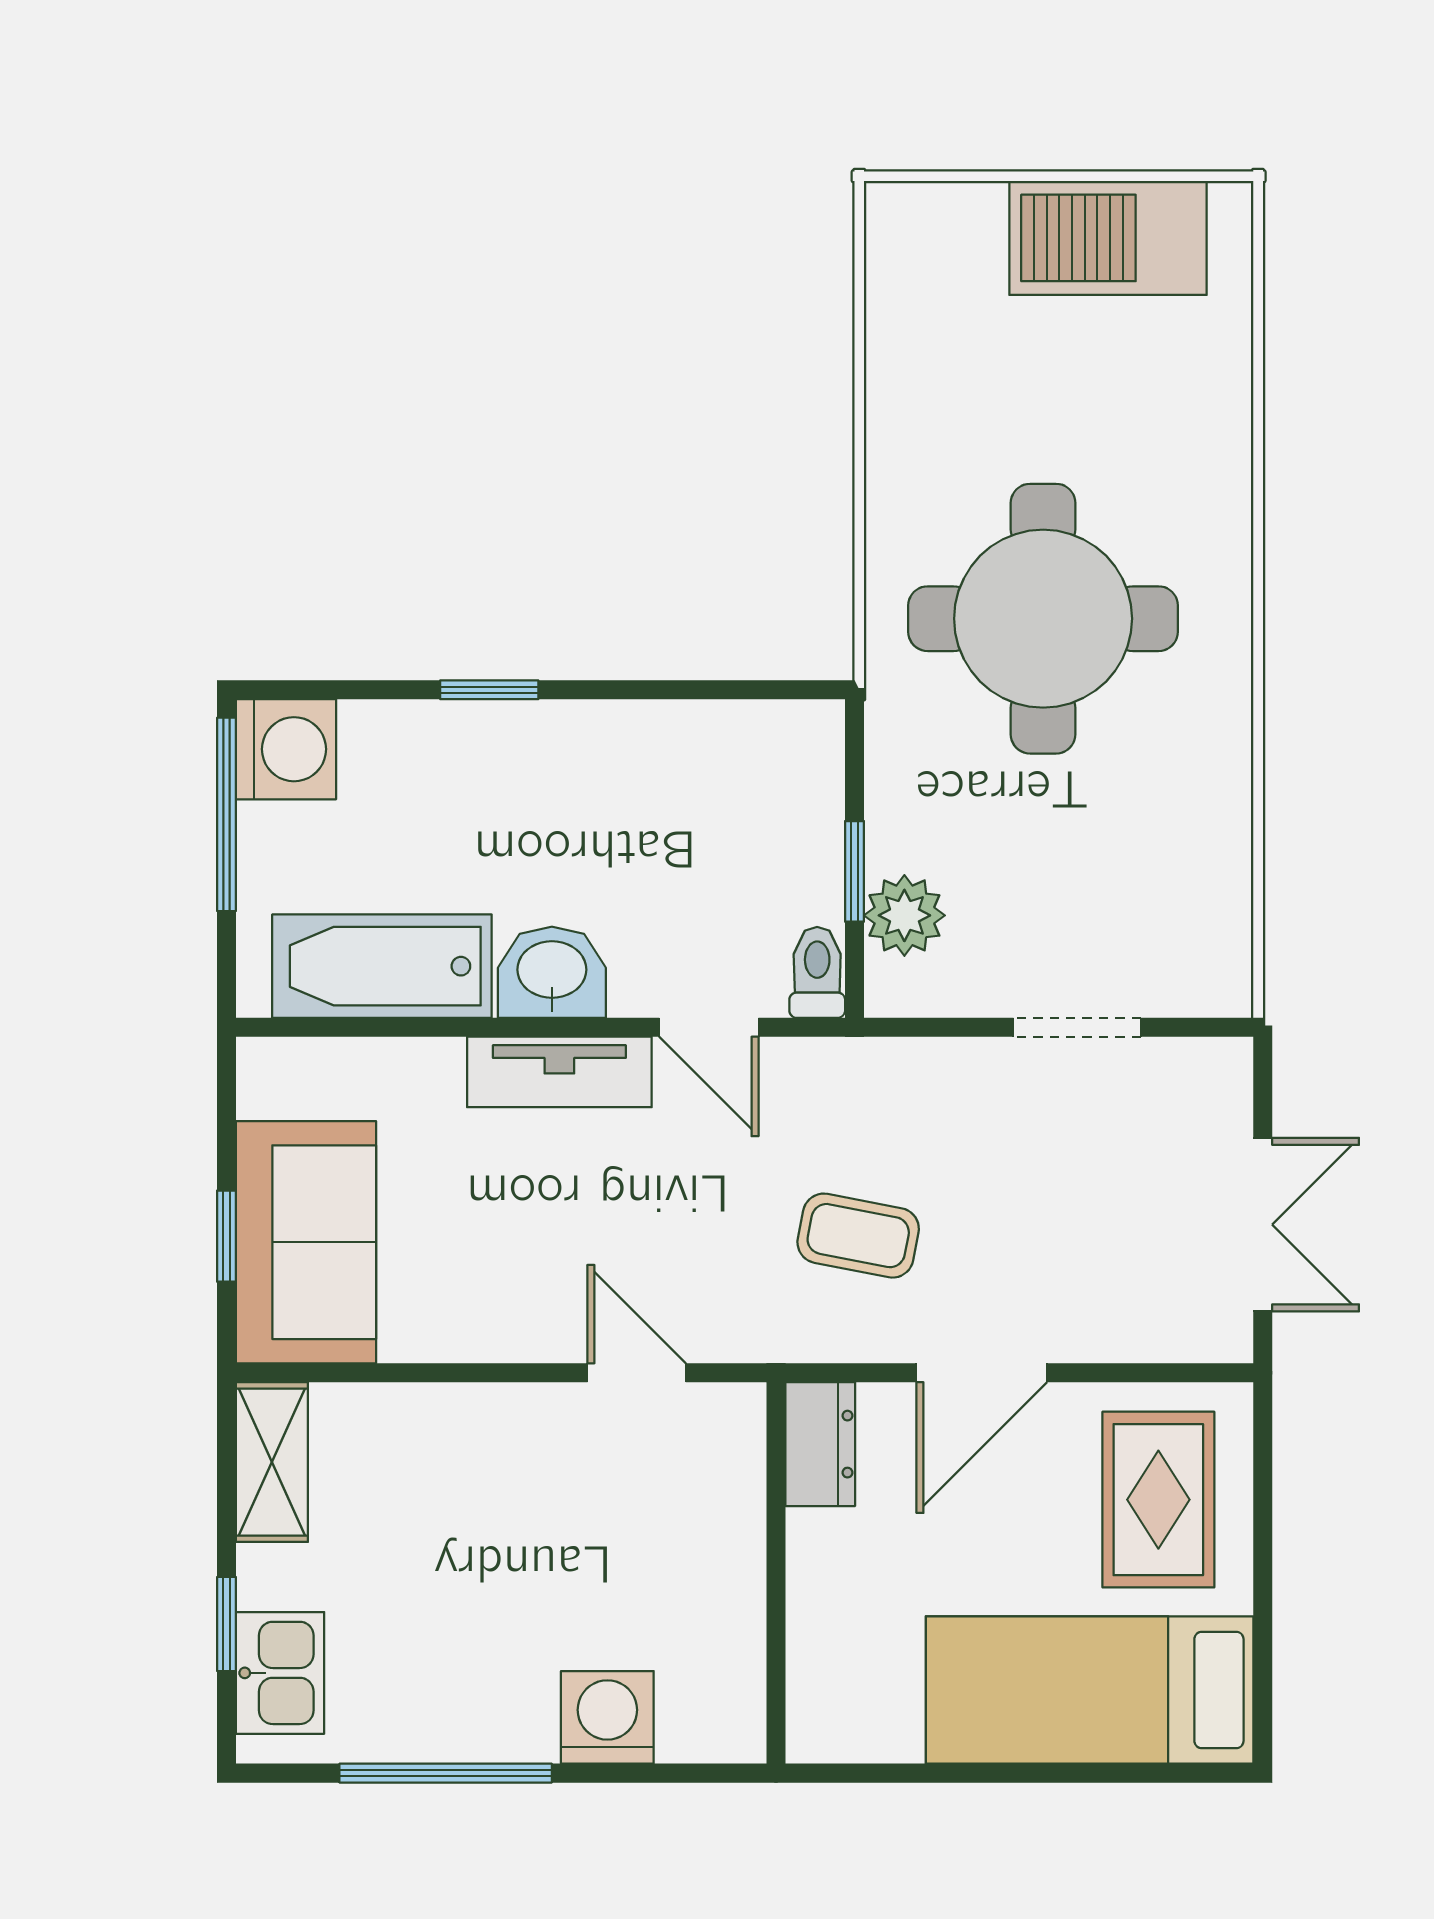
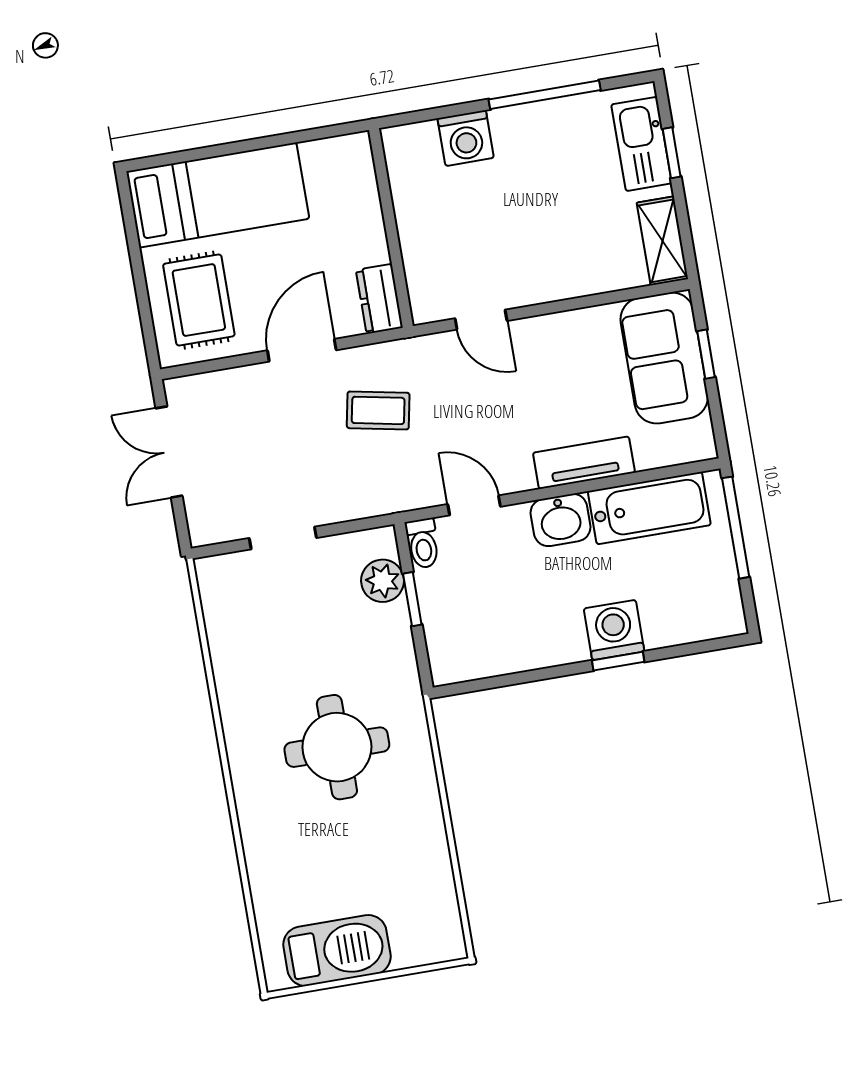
round table: (1043, 619) -> (337, 747), width x0.73, depth x0.73
washing machine: (286, 749) -> (614, 630), moved, turned 90
window: (226, 814) -> (736, 528), moved
tv unit: (559, 1072) -> (584, 463), moved
kitchen sink: (280, 1673) -> (642, 144), width x1.38

